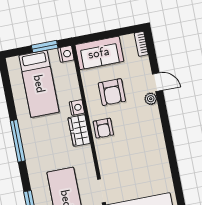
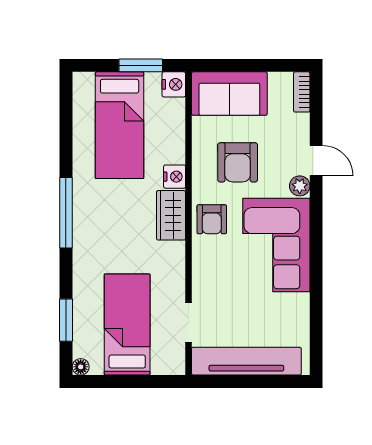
corner sofa: (144, 136) -> (276, 245), added

